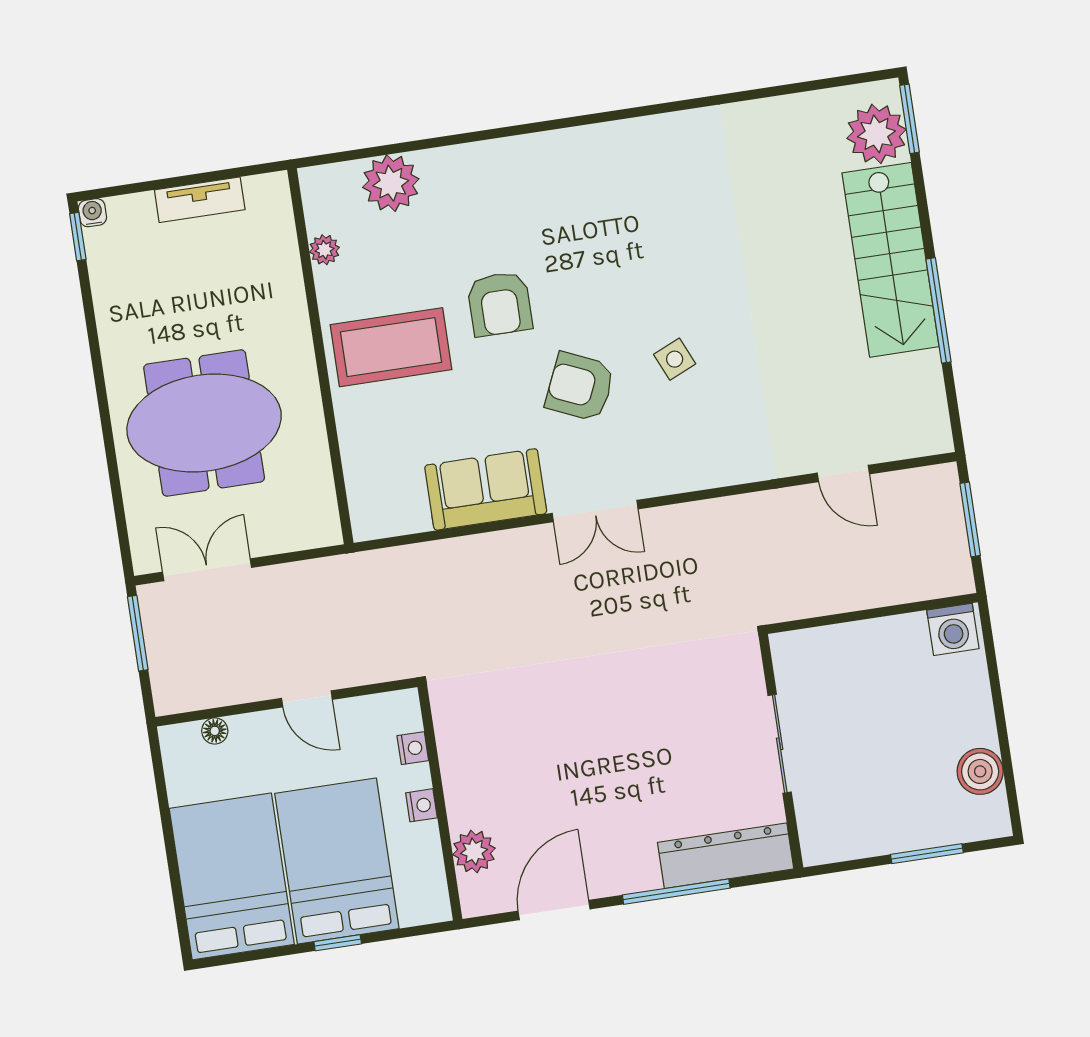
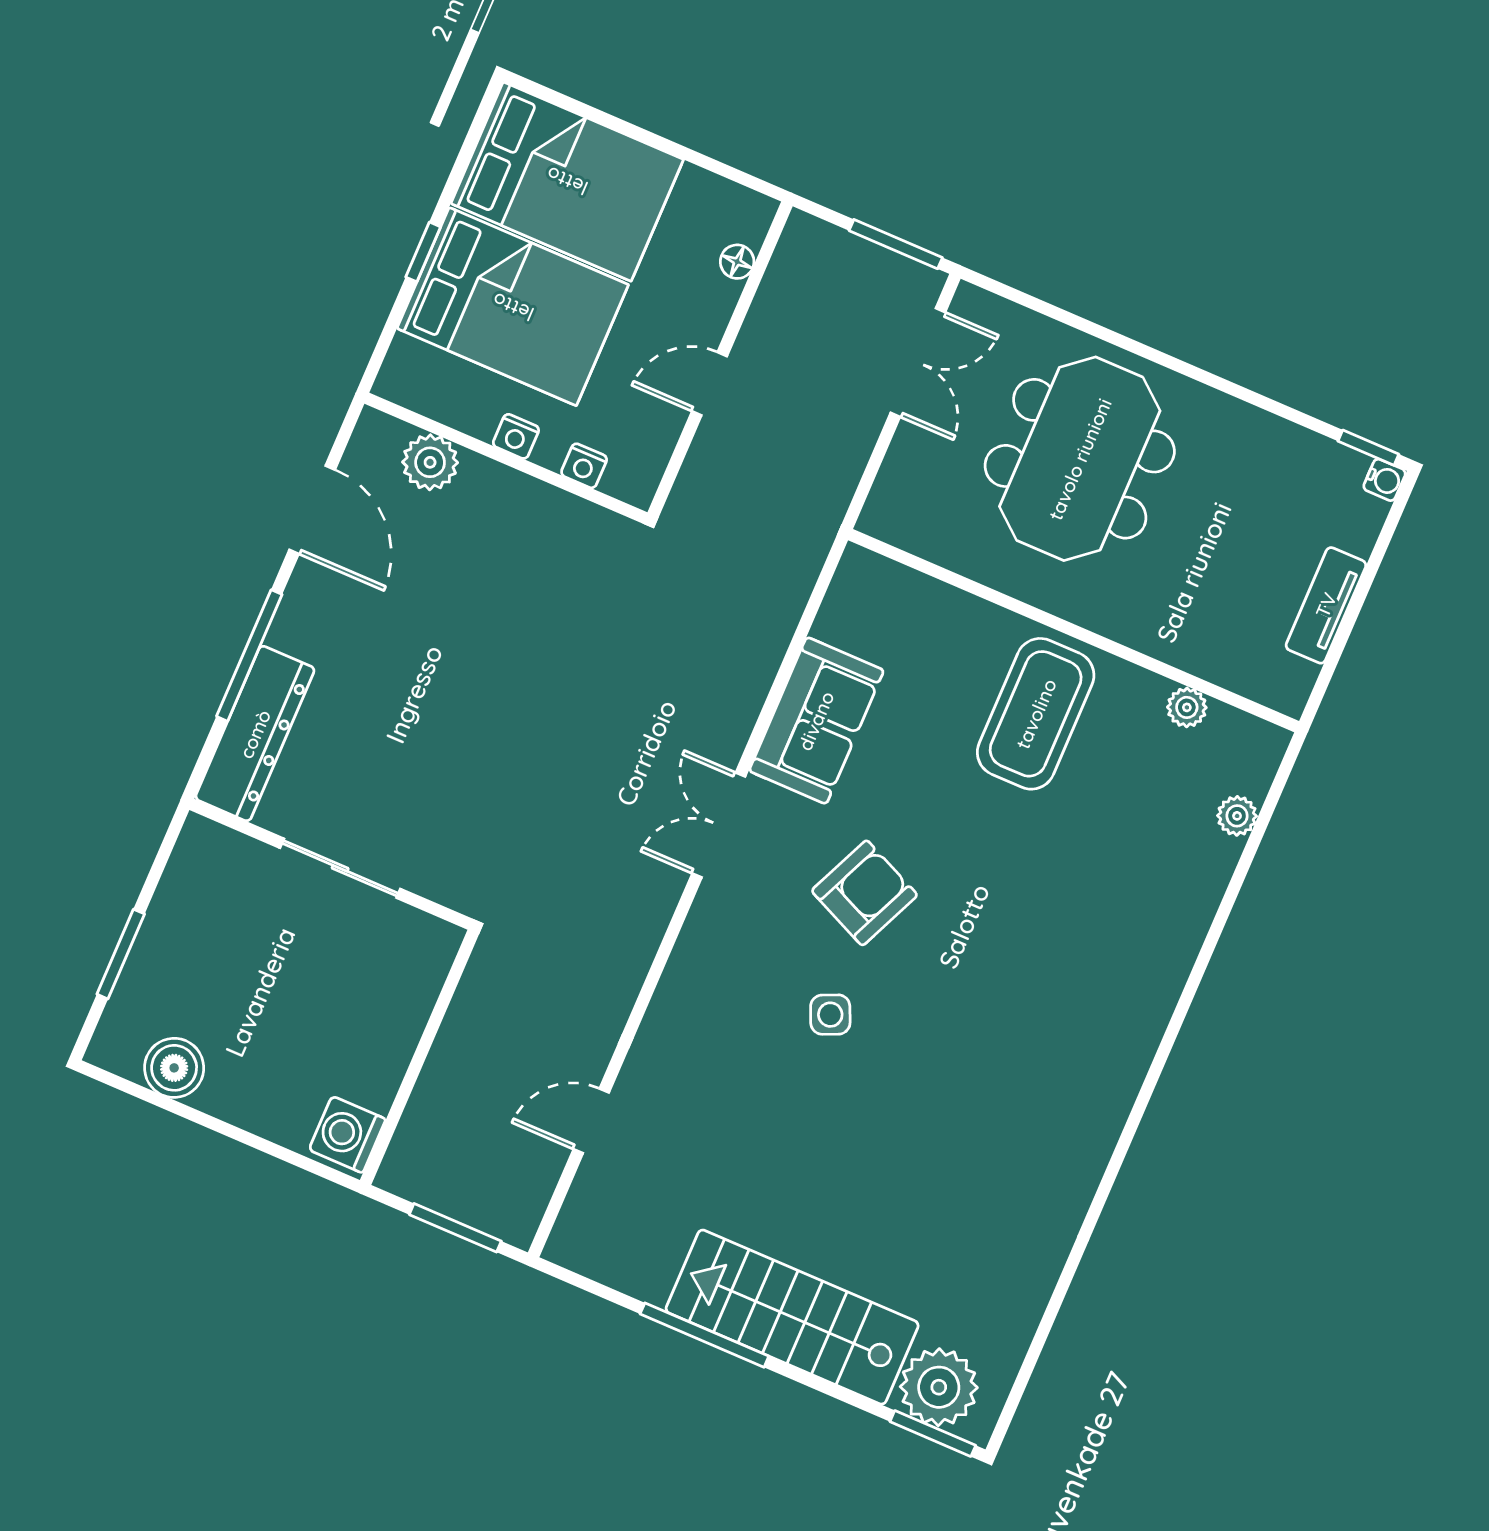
plant: (391, 183) -> (1237, 816), width x0.53, depth x0.53
armchair: (500, 304) -> (1009, 861), removed

